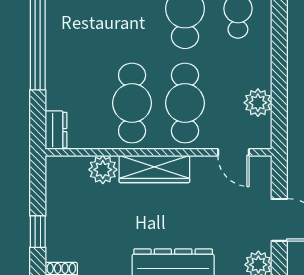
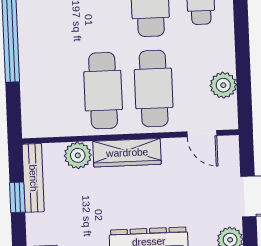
dresser: (56, 130) -> (32, 119), removed
bench: (55, 191) -> (33, 178), added
window: (38, 232) -> (17, 197), moved

